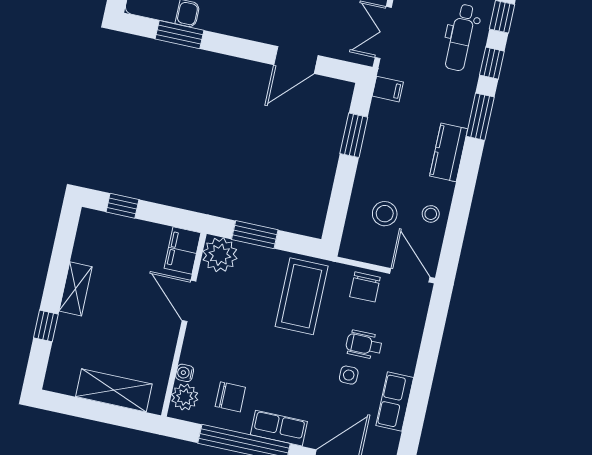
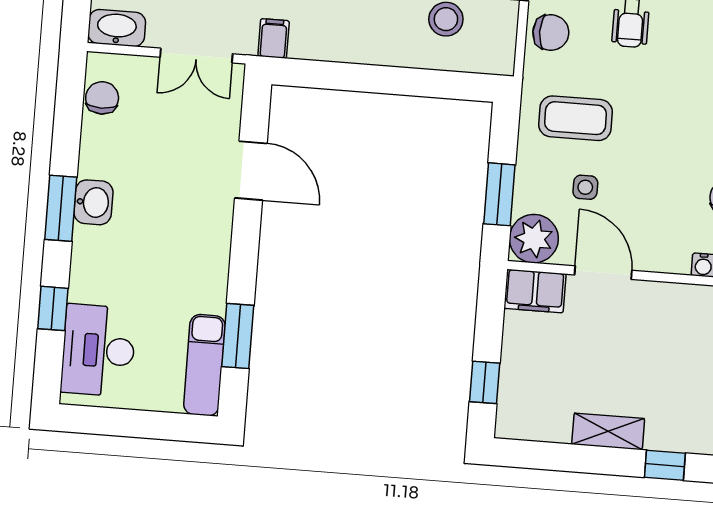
window: (354, 135) -> (344, 77), removed
coffee table: (302, 296) -> (576, 118), width x0.73, depth x0.76
door: (189, 301) -> (603, 273), swing flipped
side table: (349, 375) -> (585, 187), moved

